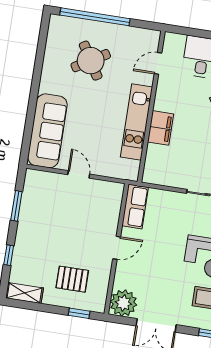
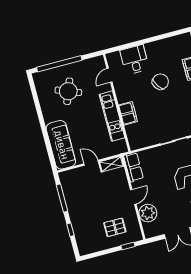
round table: (91, 61) -> (68, 91), turned -38
window: (16, 206) -> (62, 198), width x1.44
shelving: (25, 293) -> (111, 164), moved
plant: (123, 303) -> (148, 213), moved

